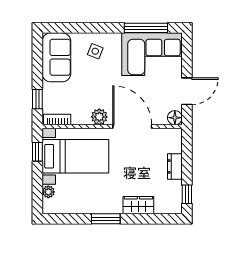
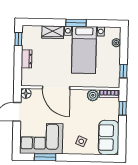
window: (146, 28) -> (45, 157), width x0.69
plant: (99, 117) -> (93, 95), moved
bed with nightstands: (75, 156) -> (84, 50), moved, turned -90

